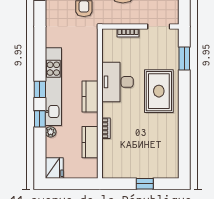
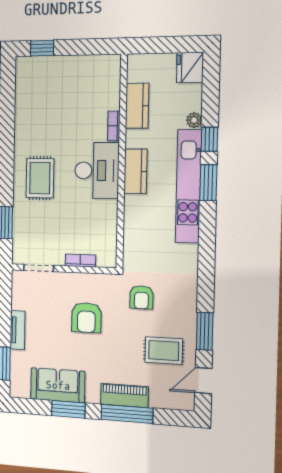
desk: (117, 82) -> (97, 170), moved
window: (40, 89) -> (208, 183), width x1.50
rug: (159, 91) -> (40, 178), width x0.73, depth x0.70
window: (145, 184) -> (42, 48), moved

